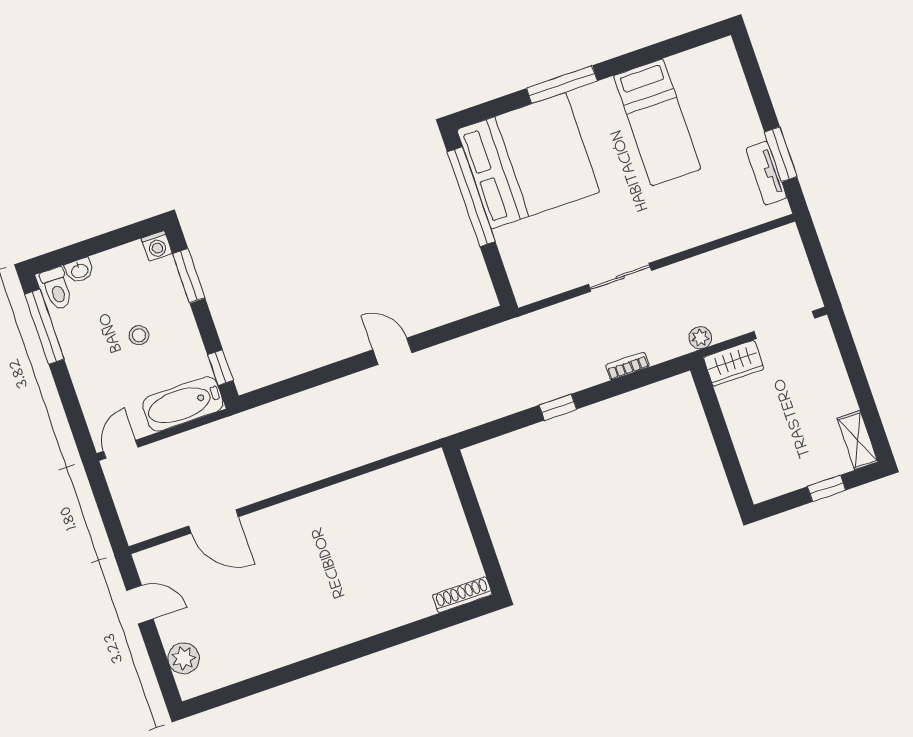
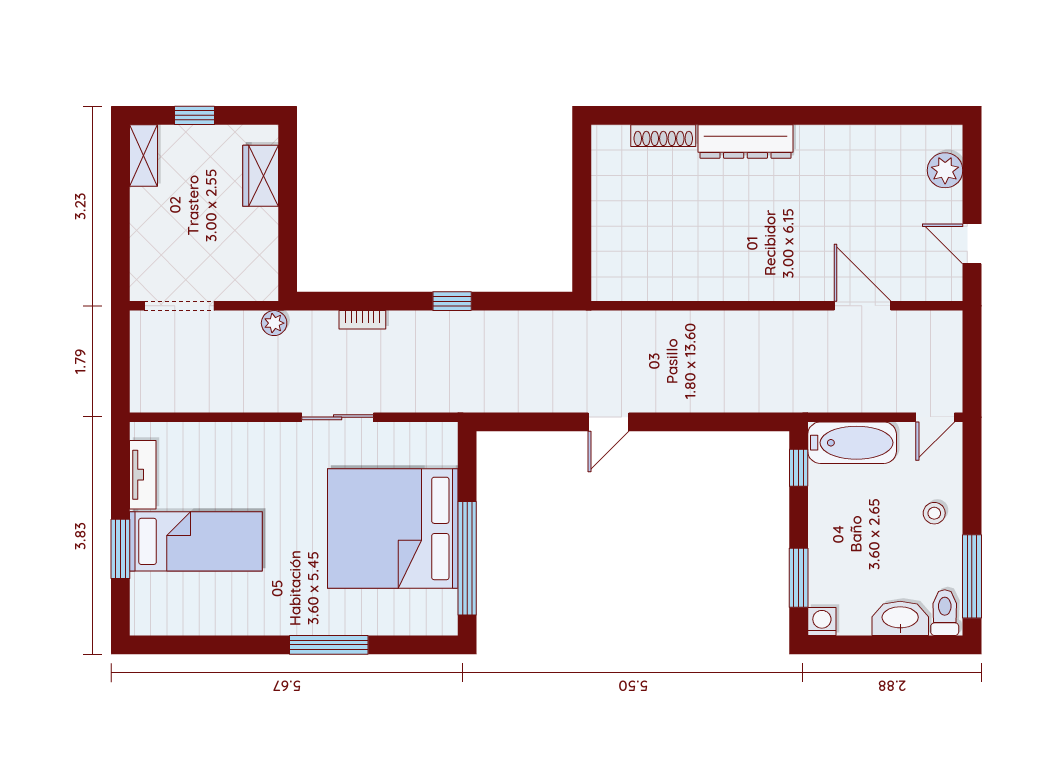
bed: (657, 122) -> (196, 541), moved, turned 90
window: (781, 154) -> (120, 549), moved
bed: (528, 161) -> (393, 528), moved
washbasin: (79, 270) -> (900, 618), width x1.91, depth x1.45
stool: (139, 335) -> (934, 513), moved
door: (392, 351) -> (609, 422), hinge flipped
wardrobe: (734, 363) -> (261, 176), moved, turned -90
shoe rack: (462, 595) -> (663, 136), moved
dresser: (359, 625) -> (746, 141), added

